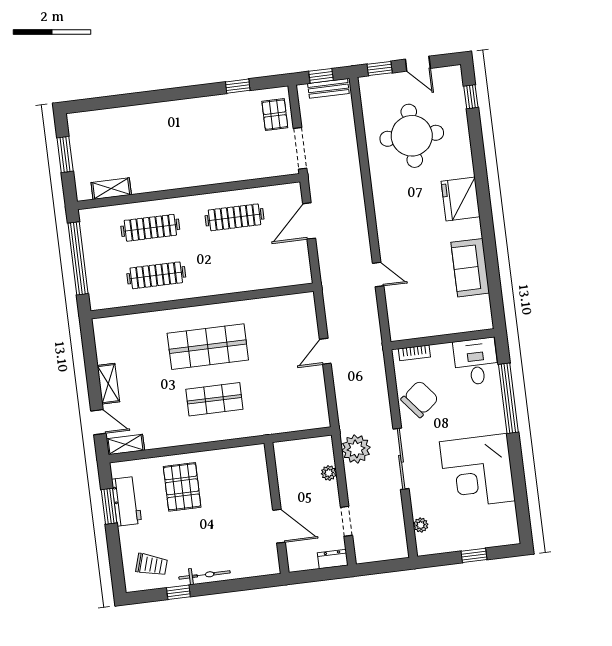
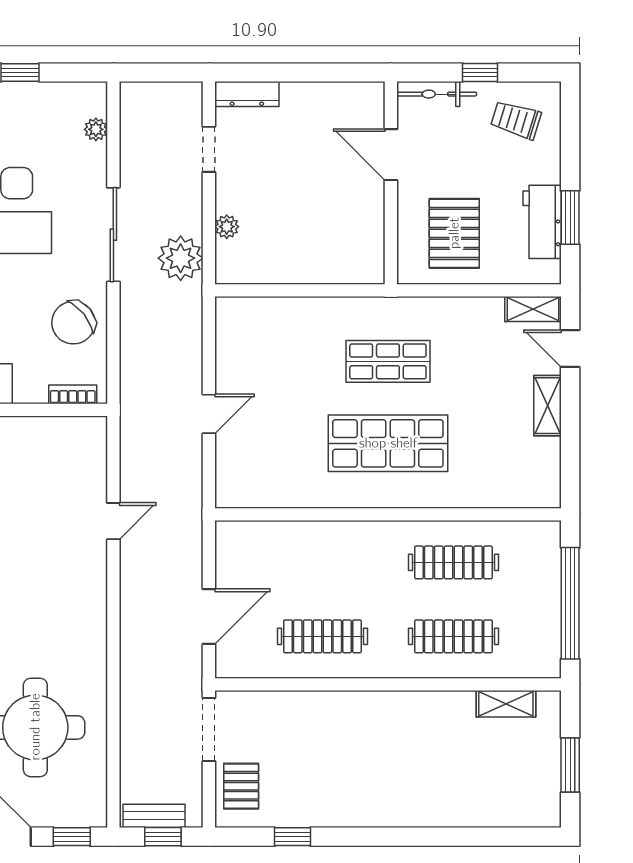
door: (378, 275) -> (113, 521), swing flipped
wall: (277, 508) -> (391, 183), moved
door: (279, 526) -> (391, 155), moved
dresser: (333, 559) -> (247, 94), width x1.44

